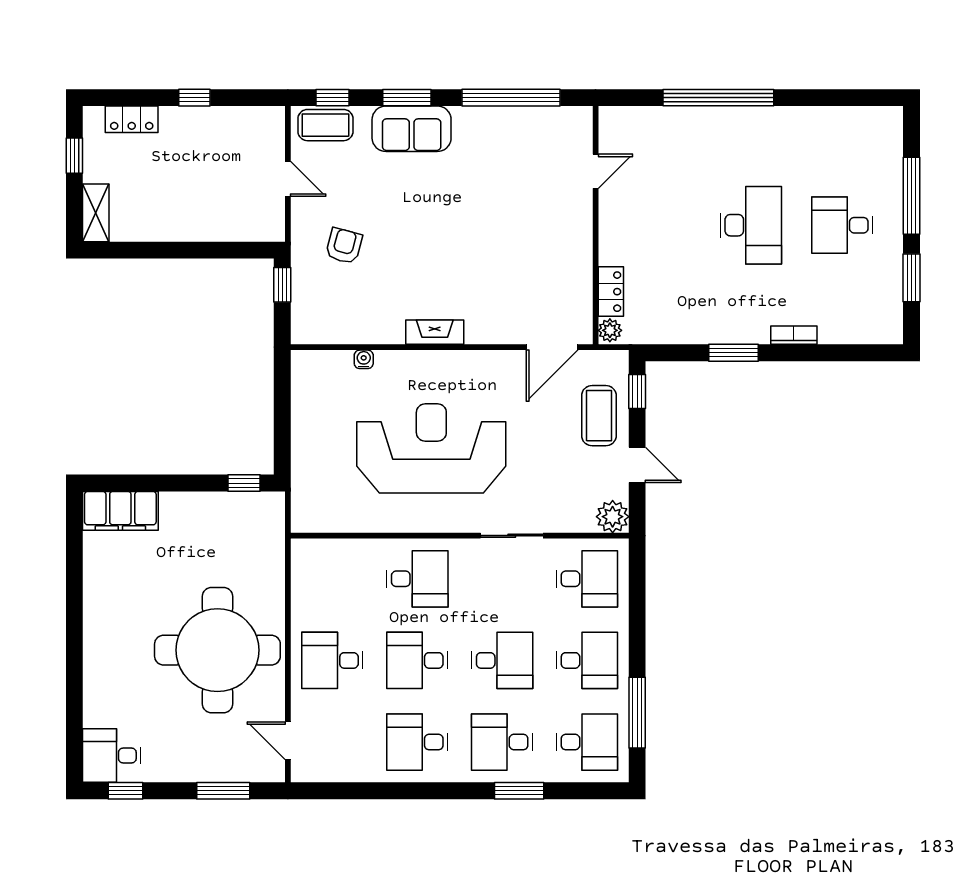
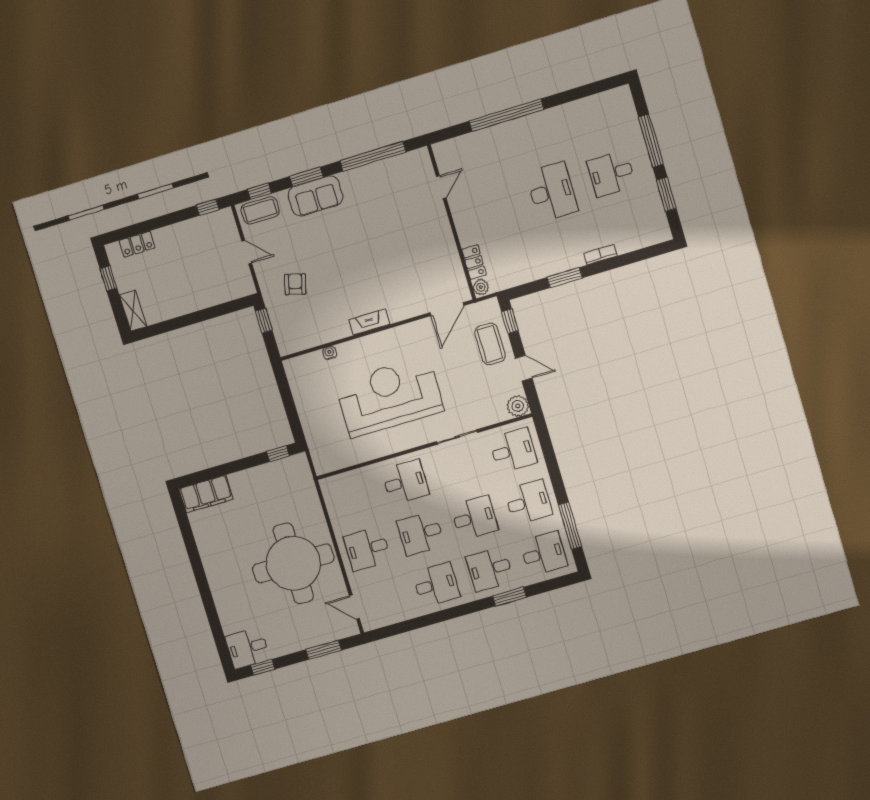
window: (194, 98) -> (208, 207), moved
desk: (417, 742) -> (436, 585), turned 180

